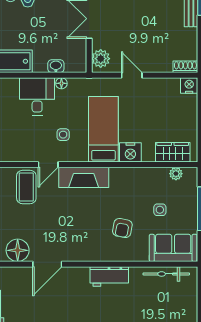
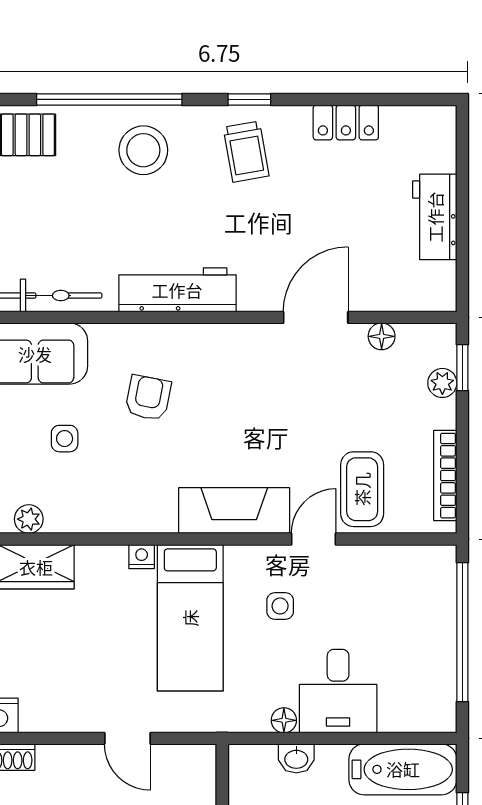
plant: (101, 59) -> (196, 775), removed
nightstand: (130, 152) -> (142, 557), width x0.53, depth x0.56
floor lamp: (18, 250) -> (382, 336), width x0.53, depth x0.53
workbench: (109, 277) -> (177, 290), width x1.37

